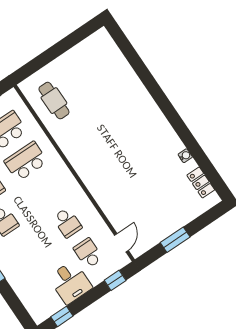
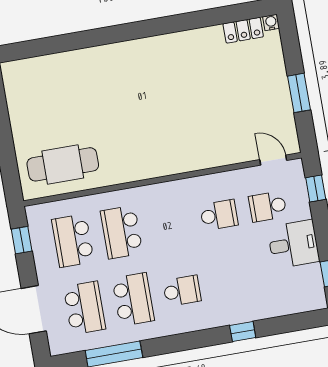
cafe table: (54, 101) -> (63, 164), width x1.37, depth x1.35
water cooler: (185, 156) -> (271, 23), moved

